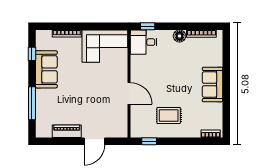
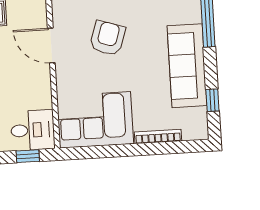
sofa: (46, 69) -> (187, 66), width x1.36
armchair: (94, 96) -> (107, 38), added

